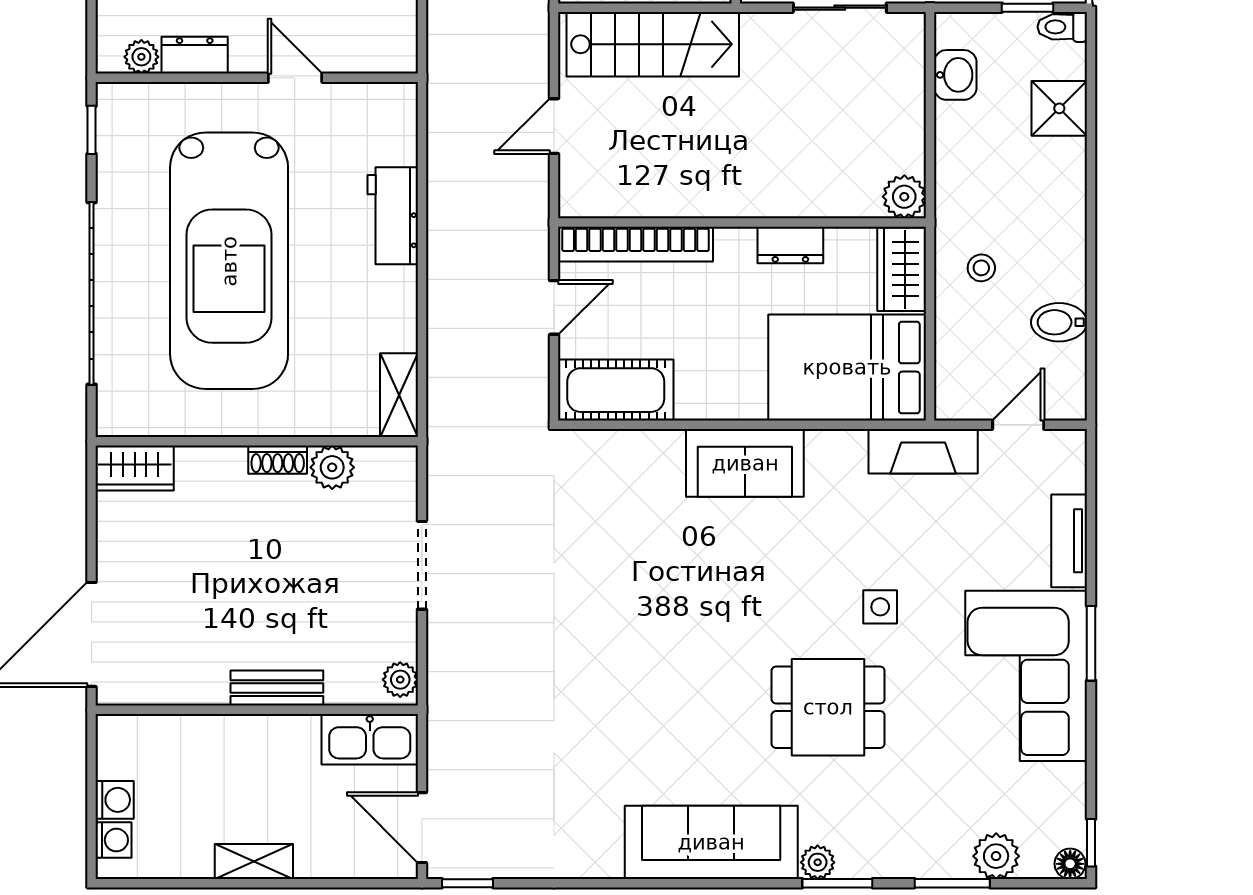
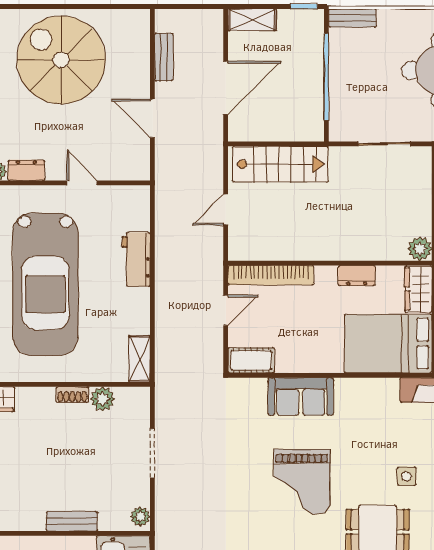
cot: (616, 390) -> (251, 360), width x0.73, depth x0.75
sofa: (745, 463) -> (301, 396), moved
grand piano: (692, 617) -> (302, 482), added

